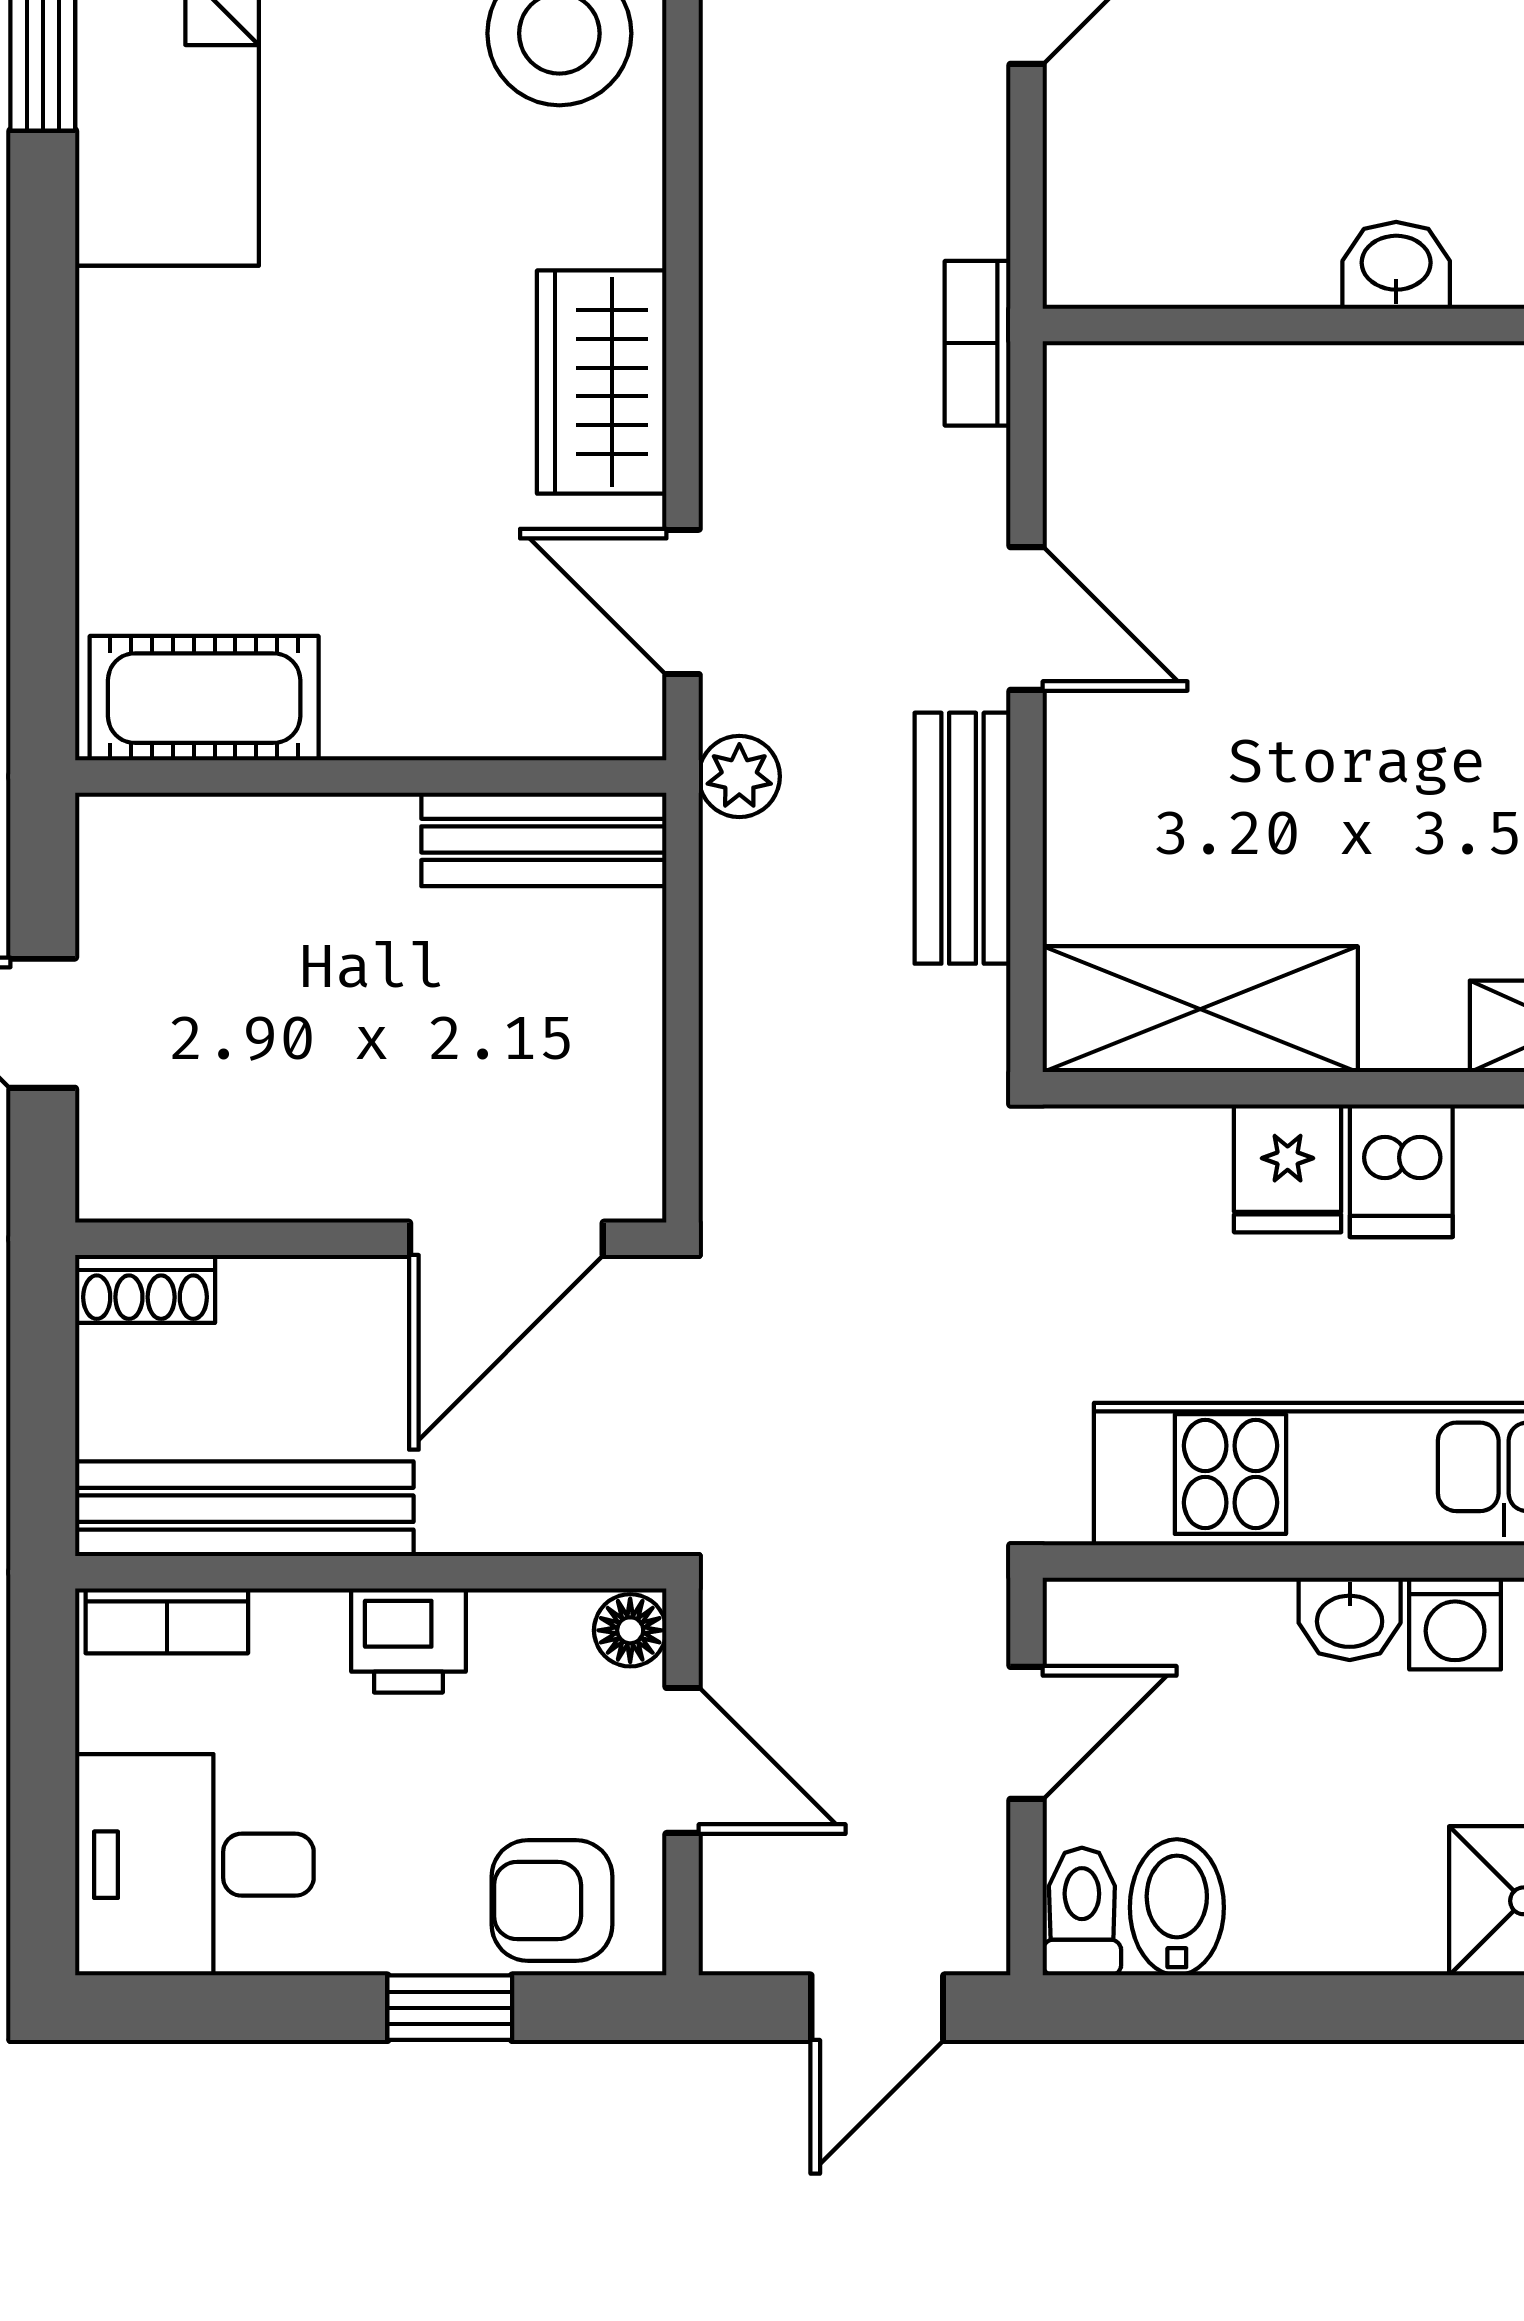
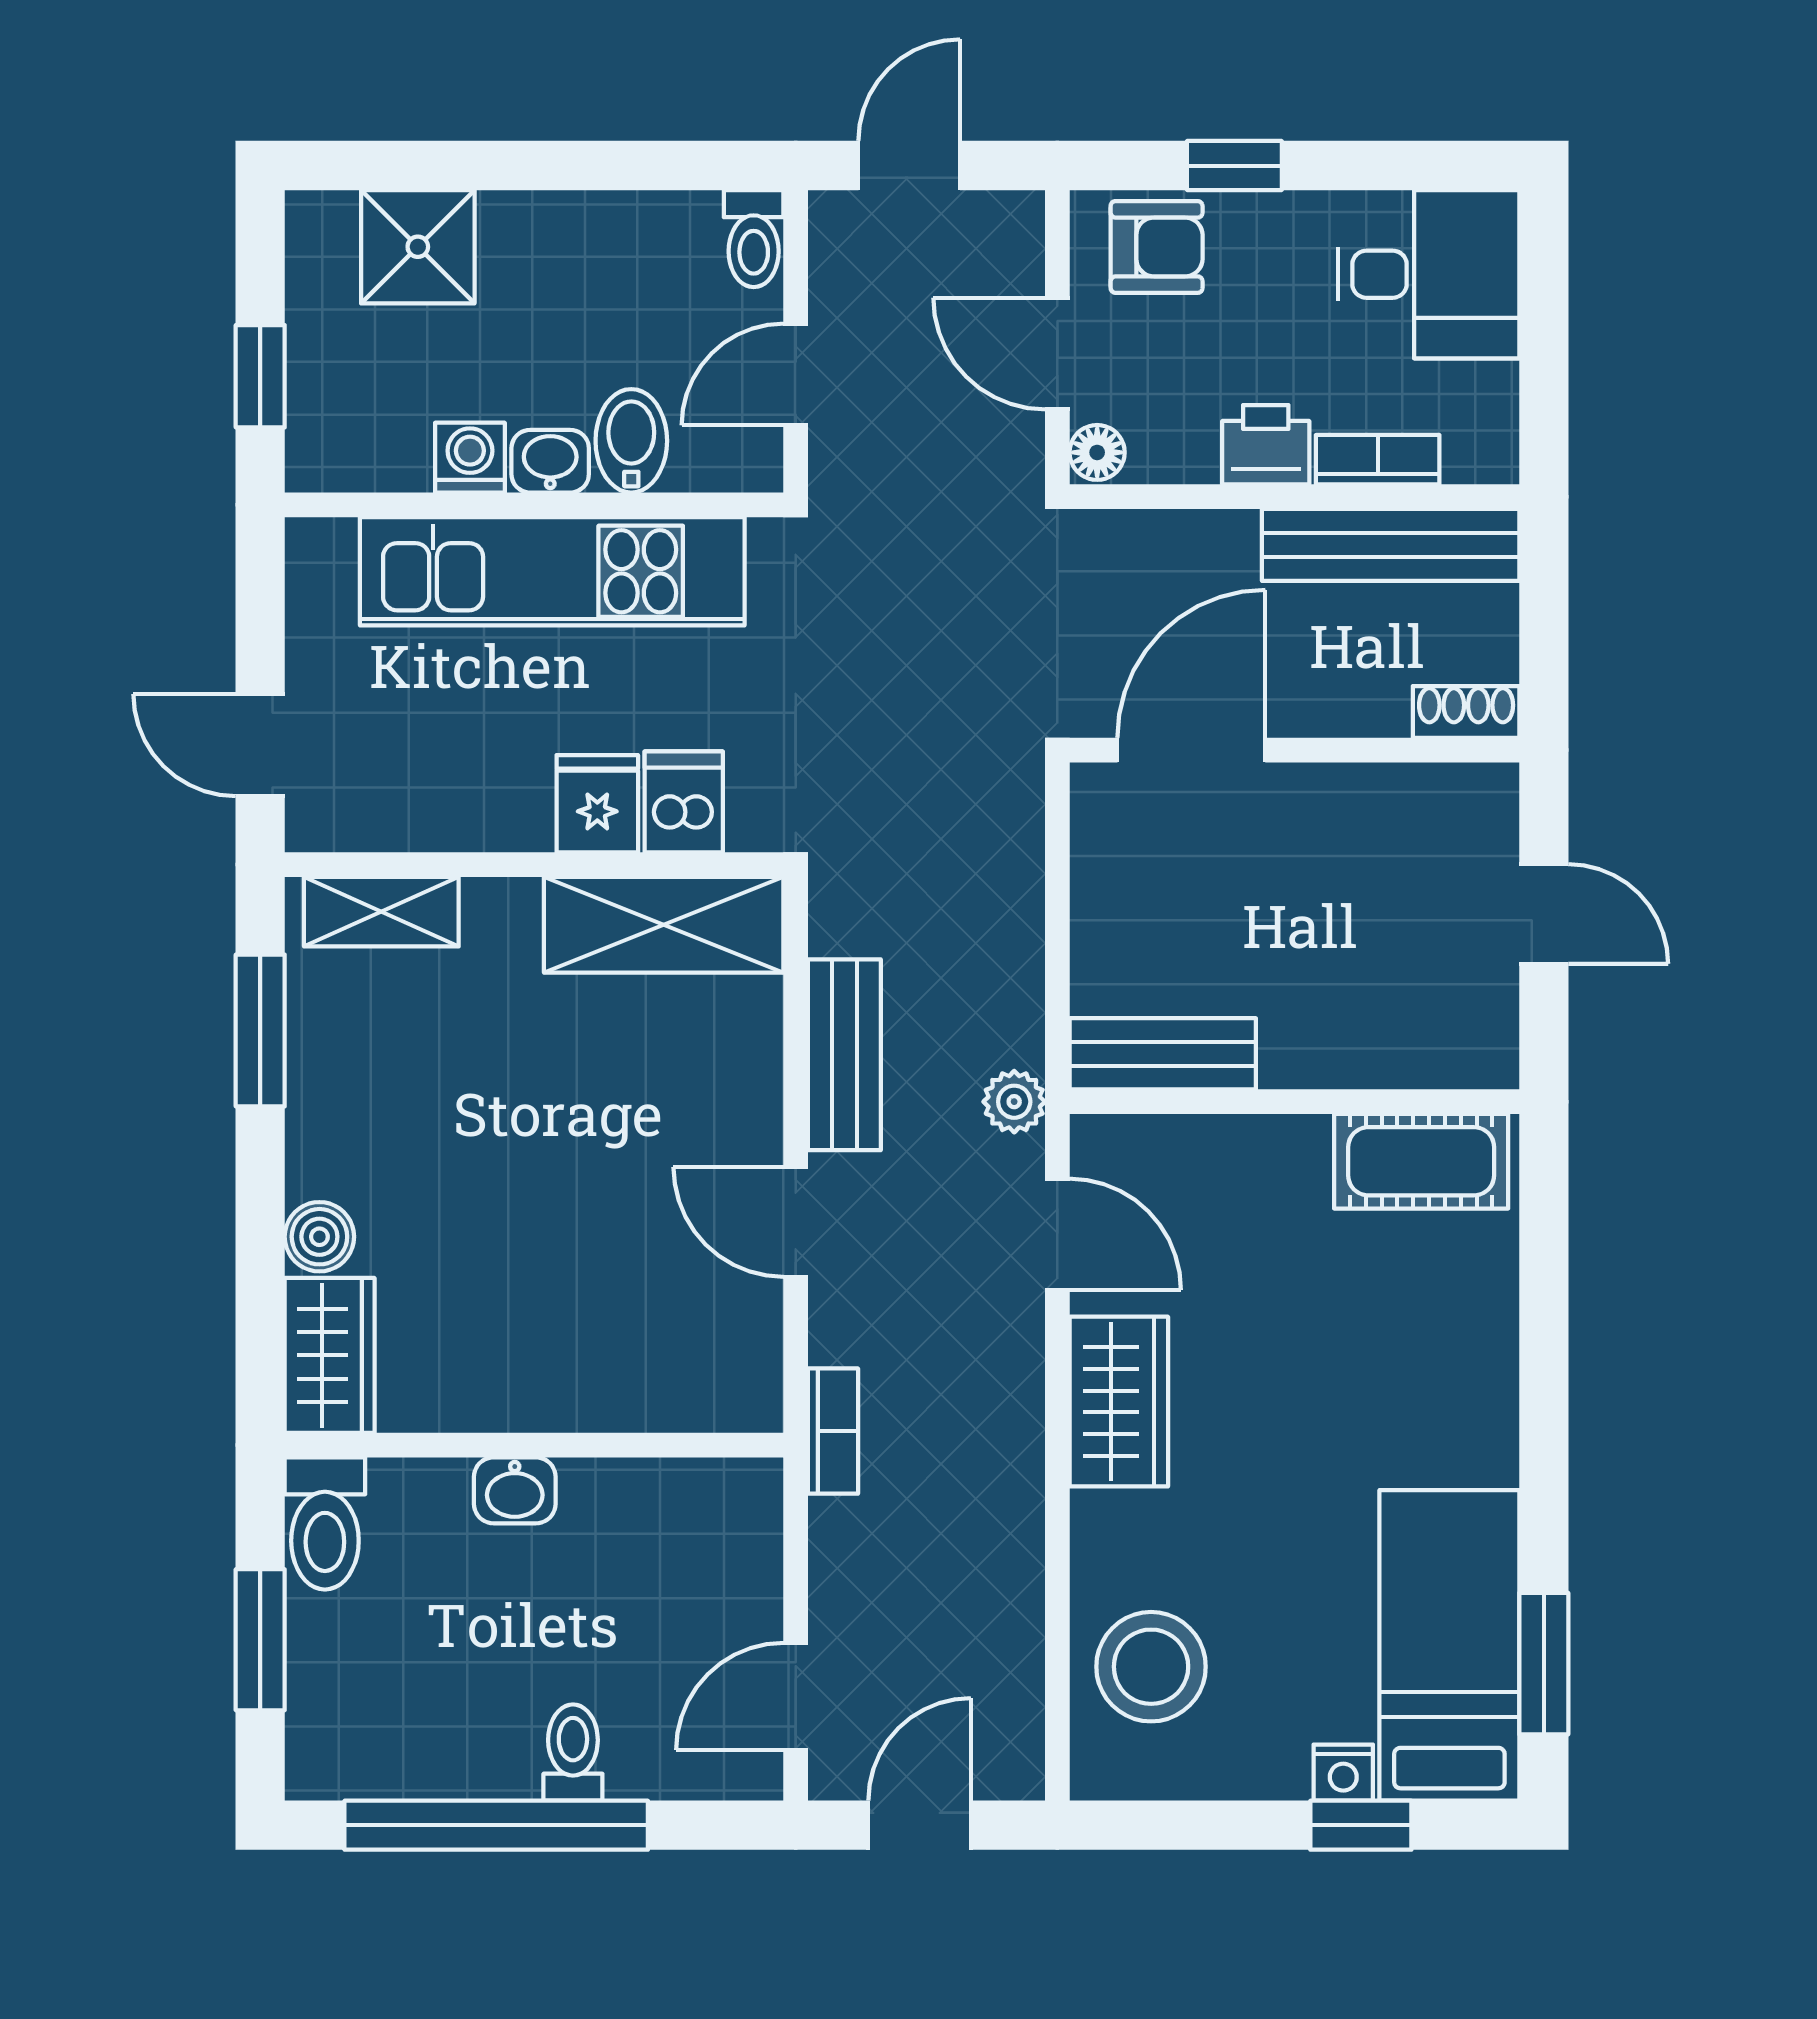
dishwasher: (1401, 1171) -> (684, 802), moved
bookcase: (167, 1621) -> (1378, 460), moved
bidet: (1177, 1907) -> (631, 441), moved, turned 180

